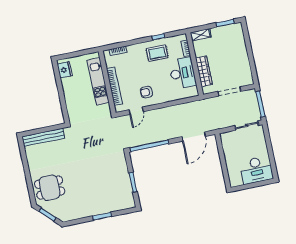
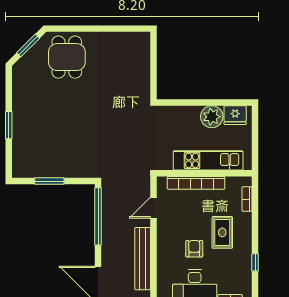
rug: (157, 53) -> (222, 232), moved
plant: (69, 85) -> (212, 117), added
armchair: (146, 92) -> (194, 249), moved
door: (136, 111) -> (153, 208), hinge flipped
bench: (43, 137) -> (143, 259), moved

